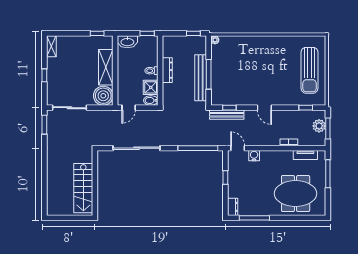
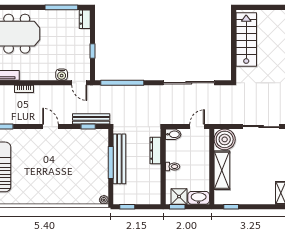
dresser: (167, 70) -> (155, 150), moved
shower: (151, 87) -> (179, 197), moved

